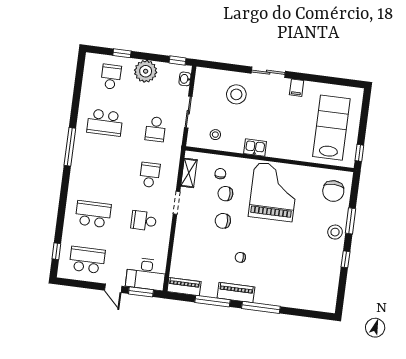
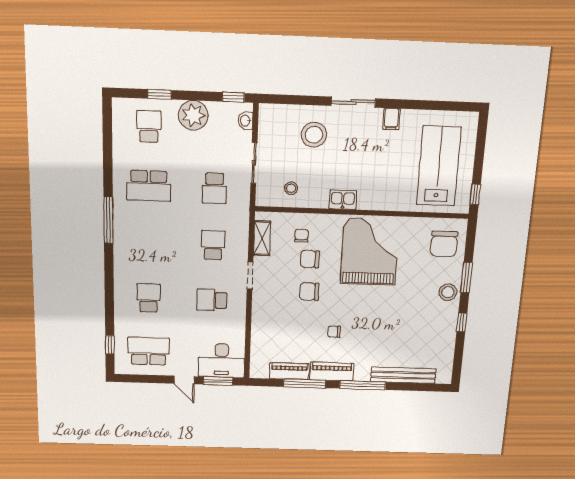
school desk: (93, 214) -> (149, 298), width x0.54
piano: (184, 287) -> (289, 371), moved
bench: (295, 302) -> (403, 375), added

